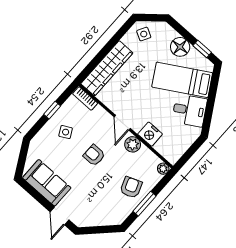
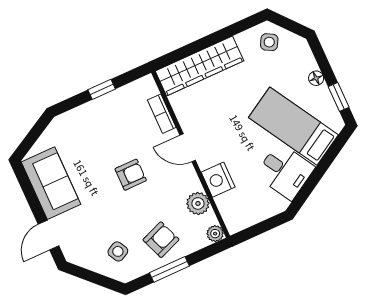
floor lamp: (180, 47) -> (316, 78), width x0.53, depth x0.53
bookcase: (85, 98) -> (162, 114), moved
door: (122, 123) -> (188, 148), hinge flipped
side table: (66, 132) -> (118, 251), moved
plant: (133, 144) -> (198, 203), moved
armchair: (94, 155) -> (131, 175), turned 90

